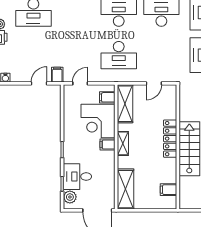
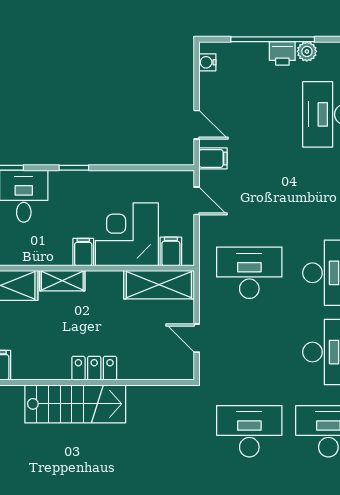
desk: (119, 55) -> (249, 273), turned 90
locker: (170, 139) -> (94, 368), width x0.66
shelving: (123, 143) -> (62, 281), moved

